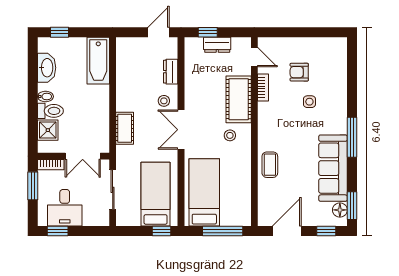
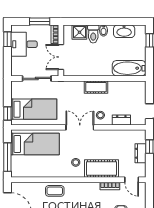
door: (254, 57) -> (132, 180), hinge flipped
cot: (125, 128) -> (96, 87), moved

